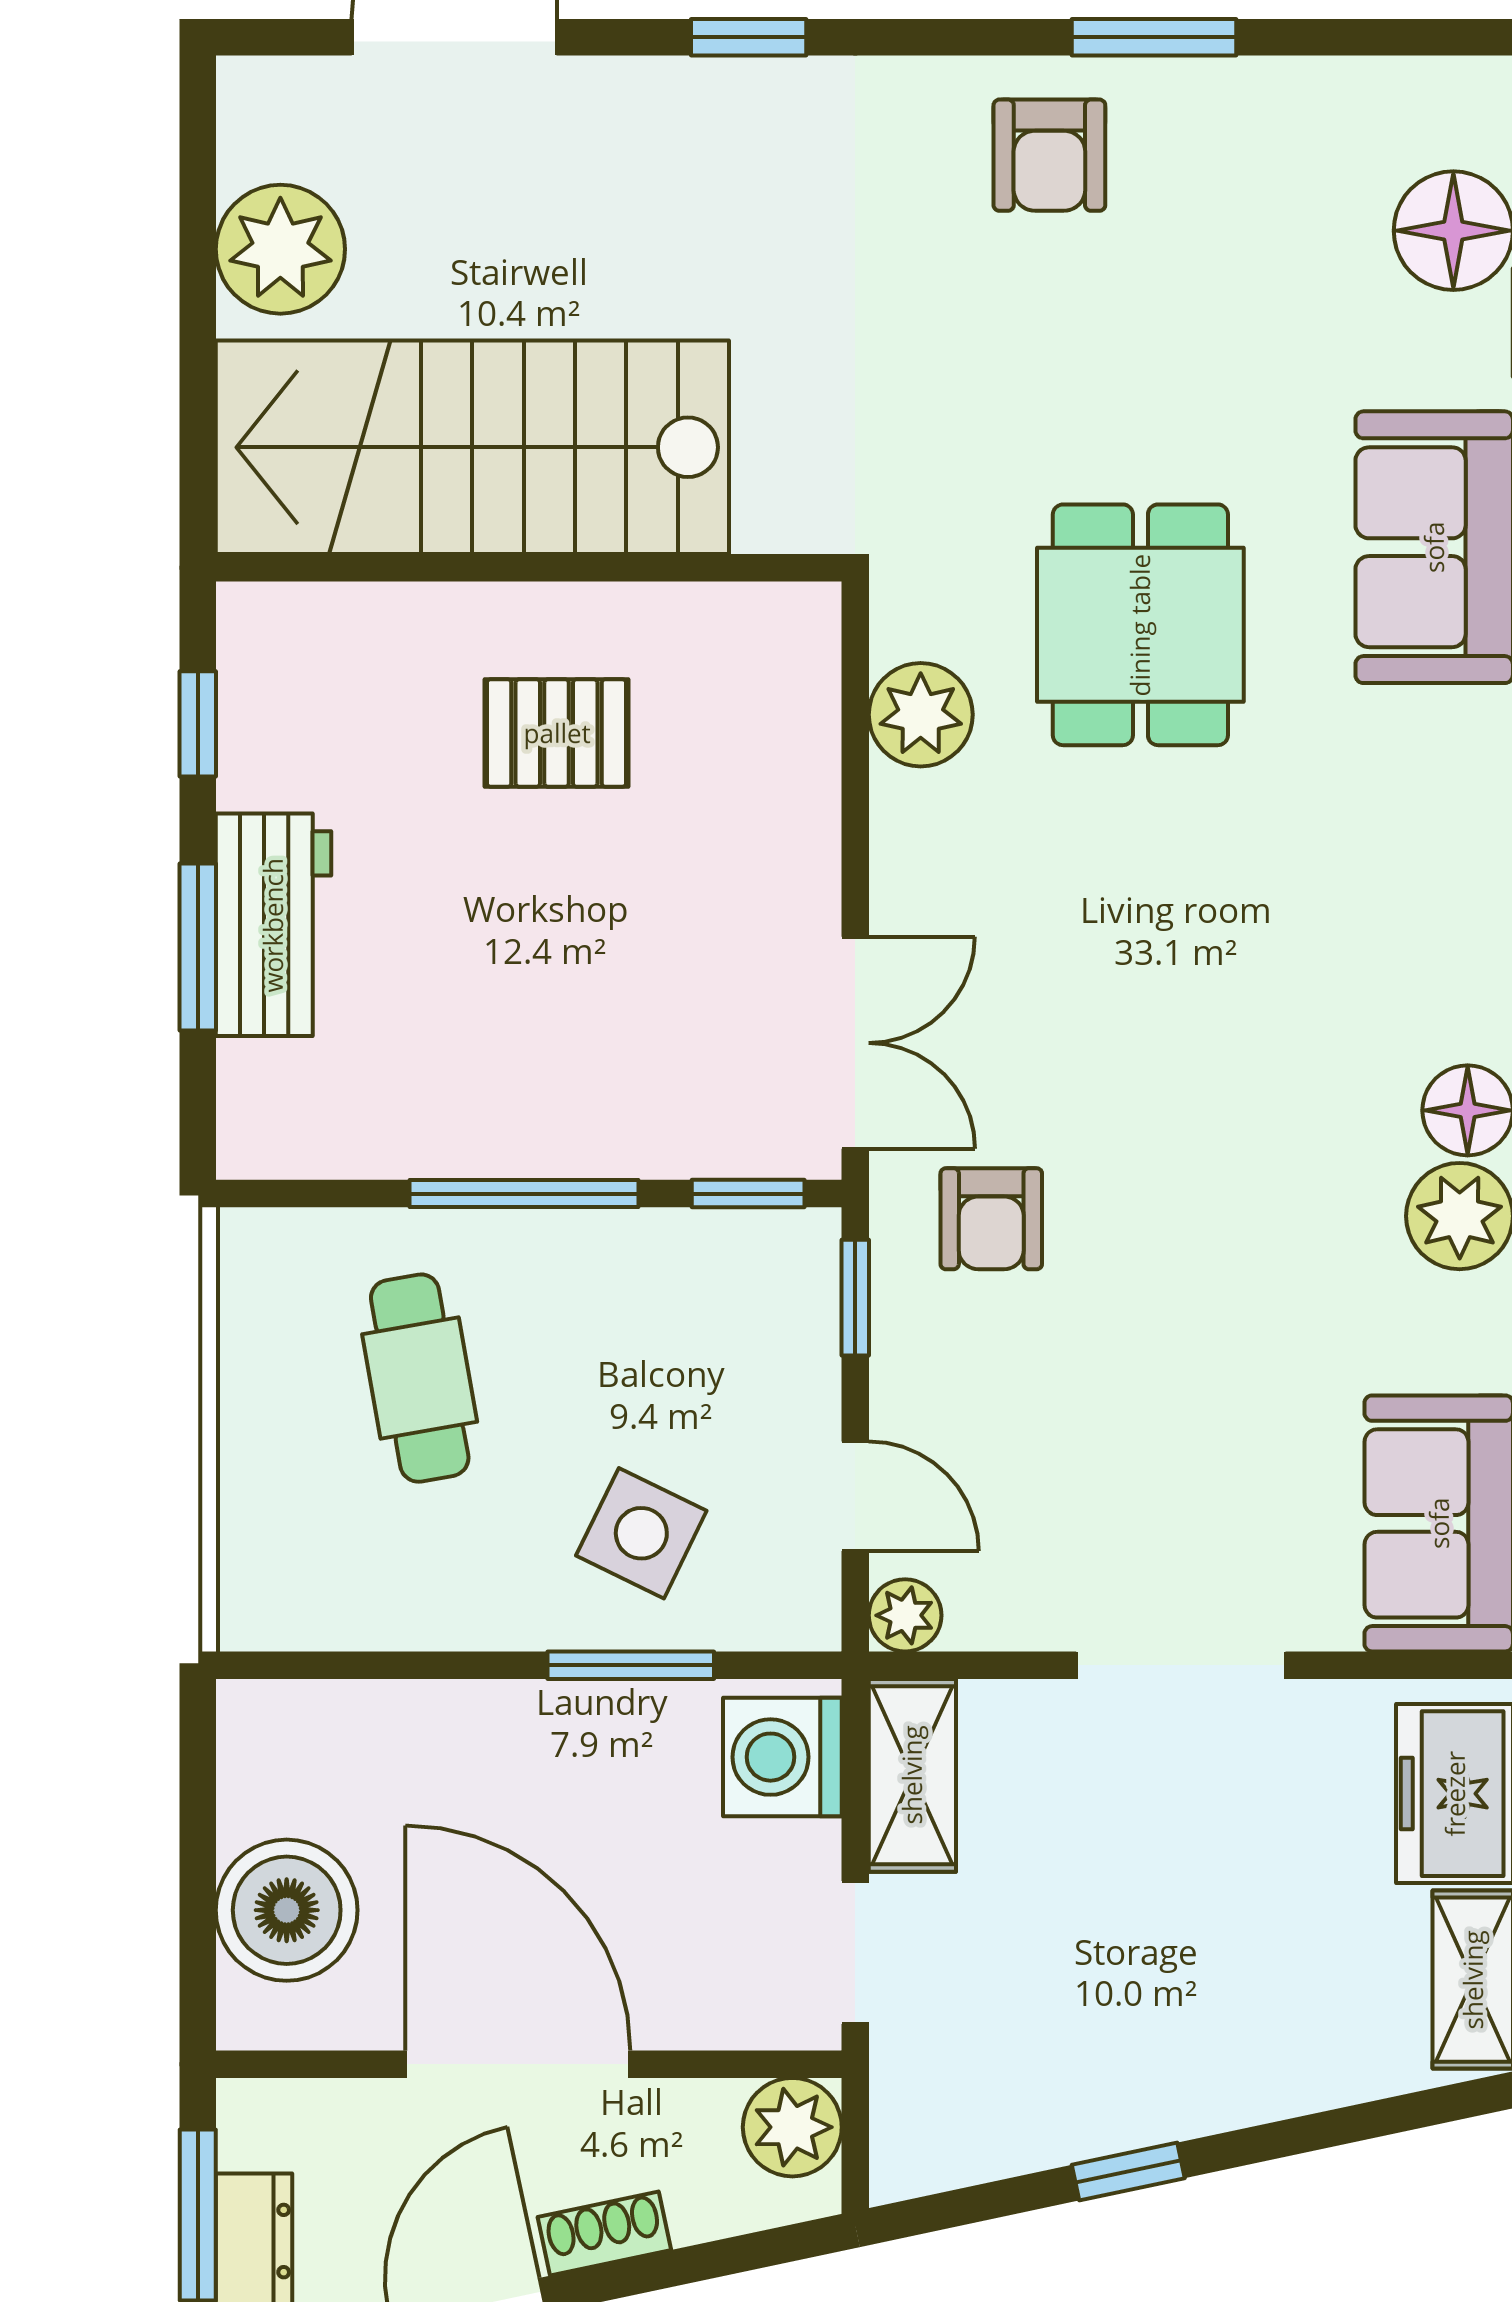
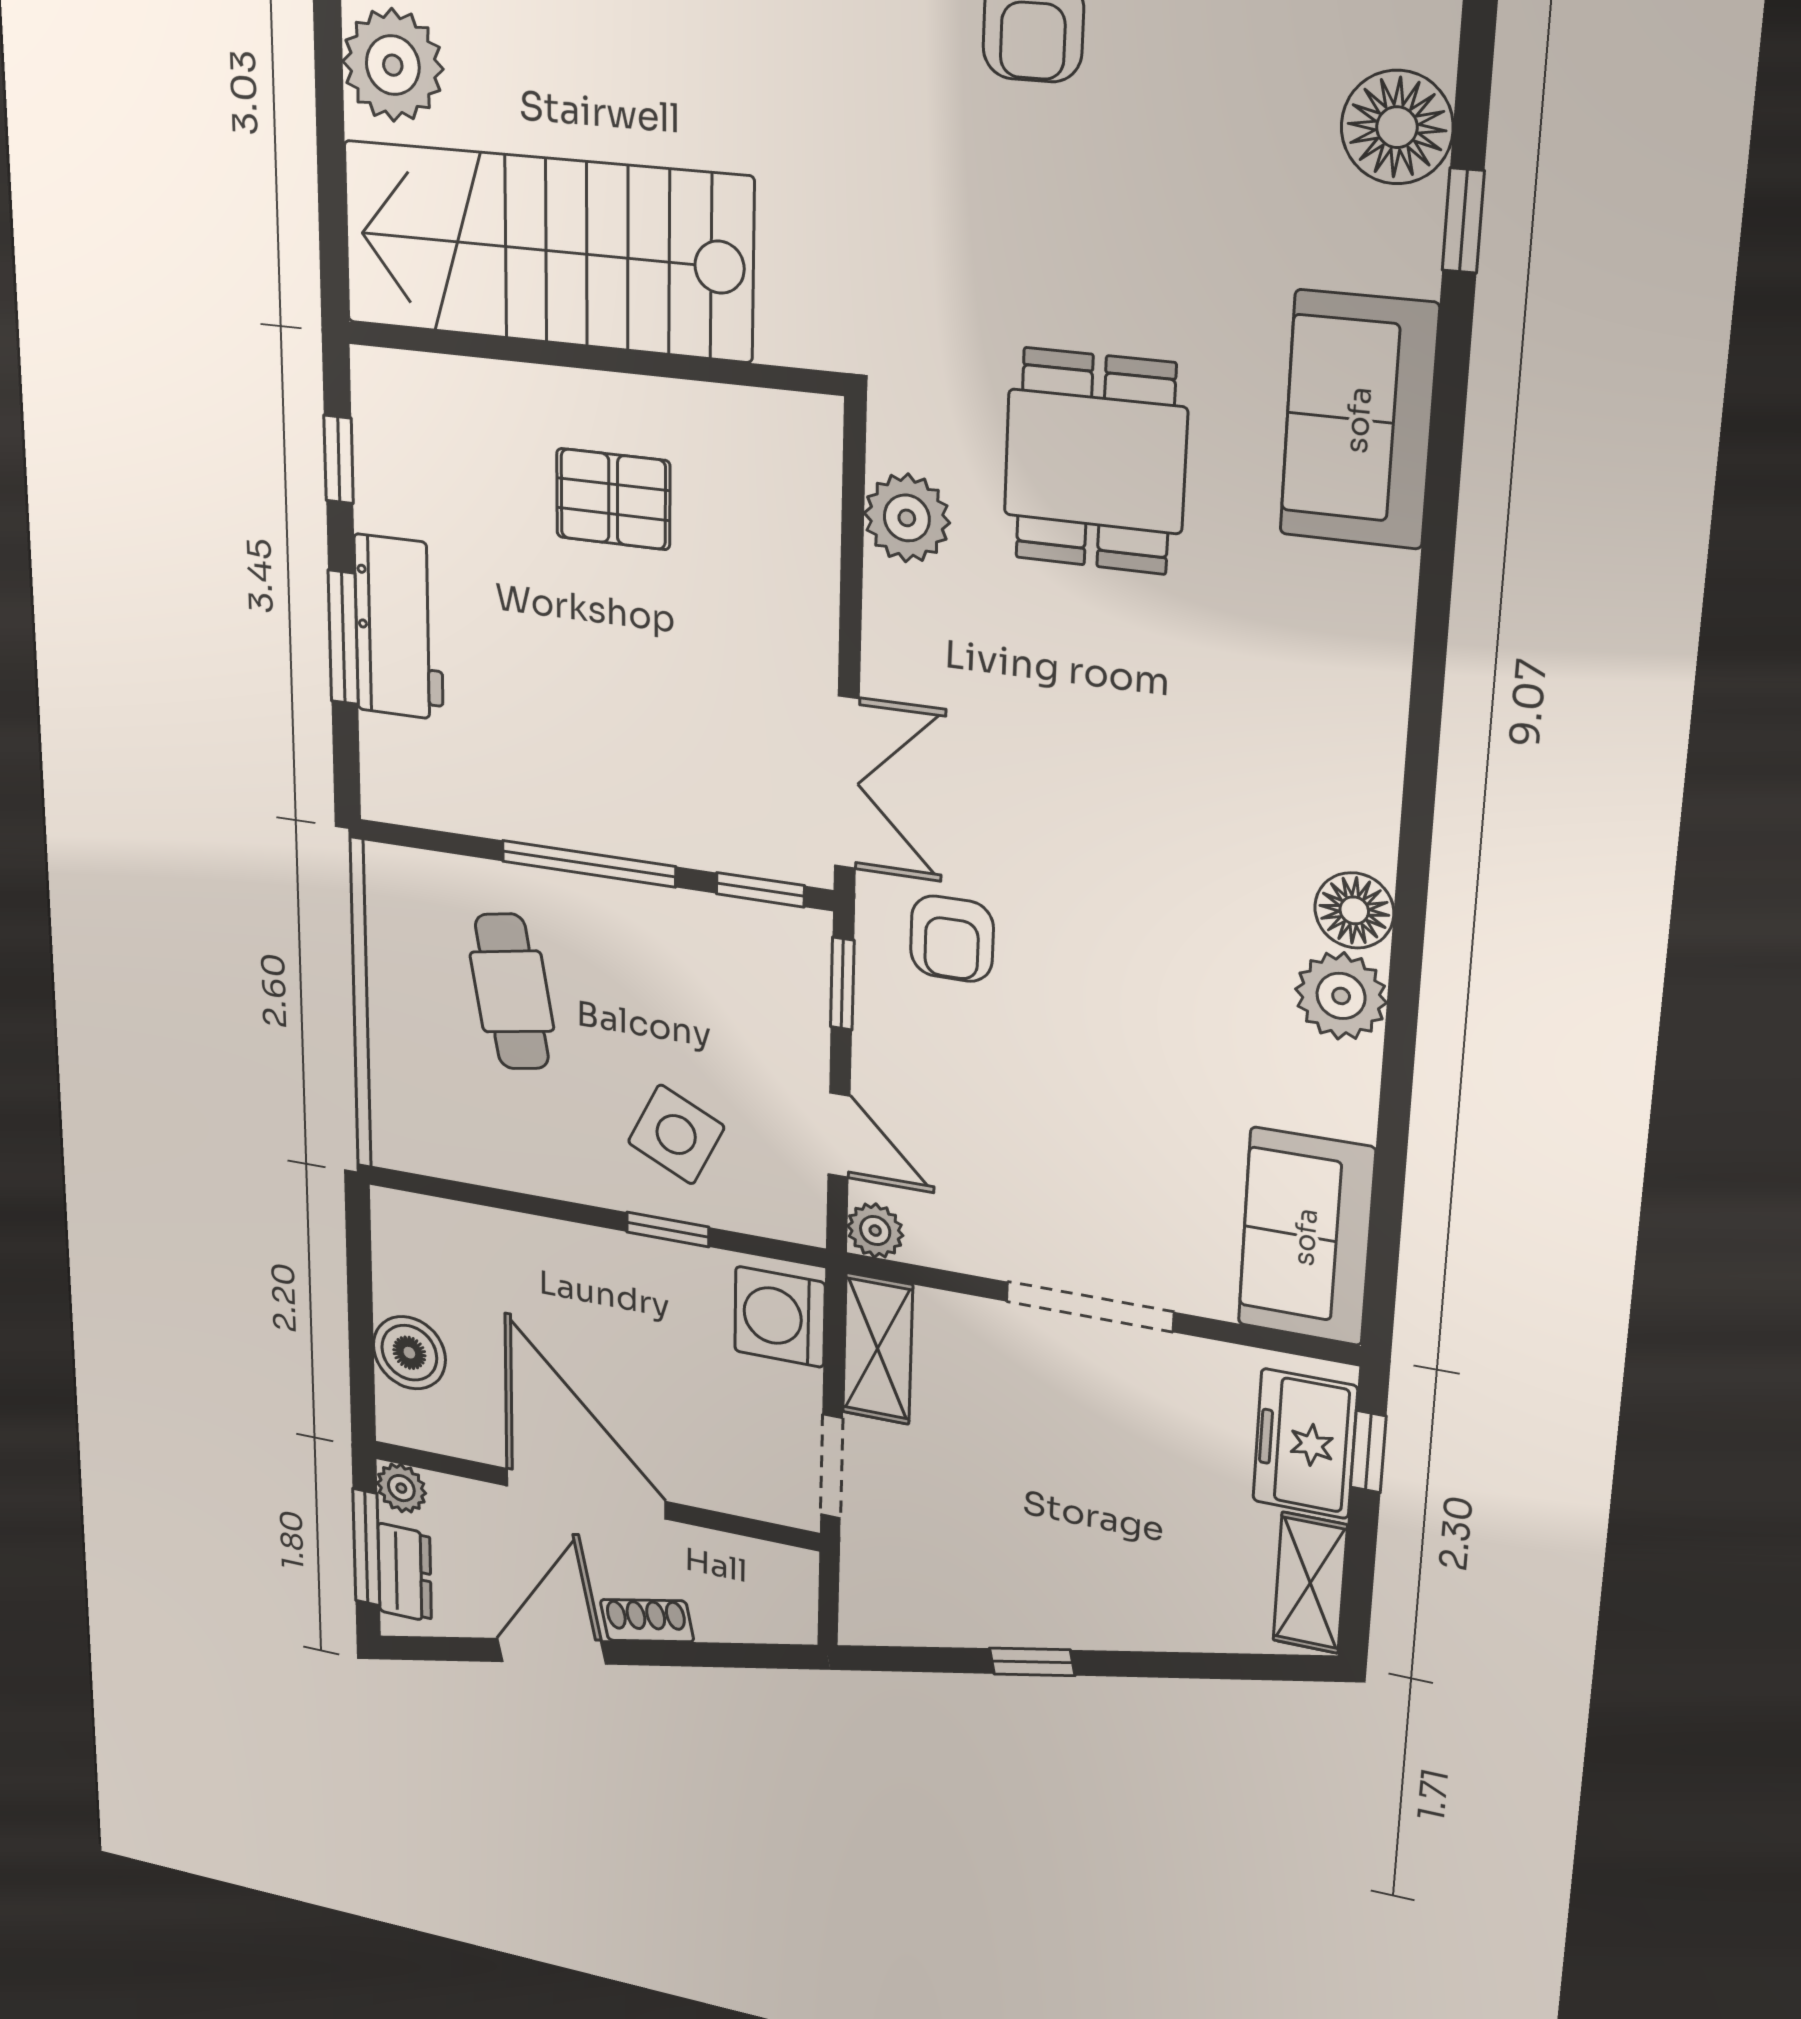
window: (631, 1665) -> (668, 1230), width x0.67
boiler: (287, 1910) -> (409, 1353), width x0.73, depth x0.73
plant: (792, 2127) -> (401, 1488), moved, width x0.73, depth x0.73

